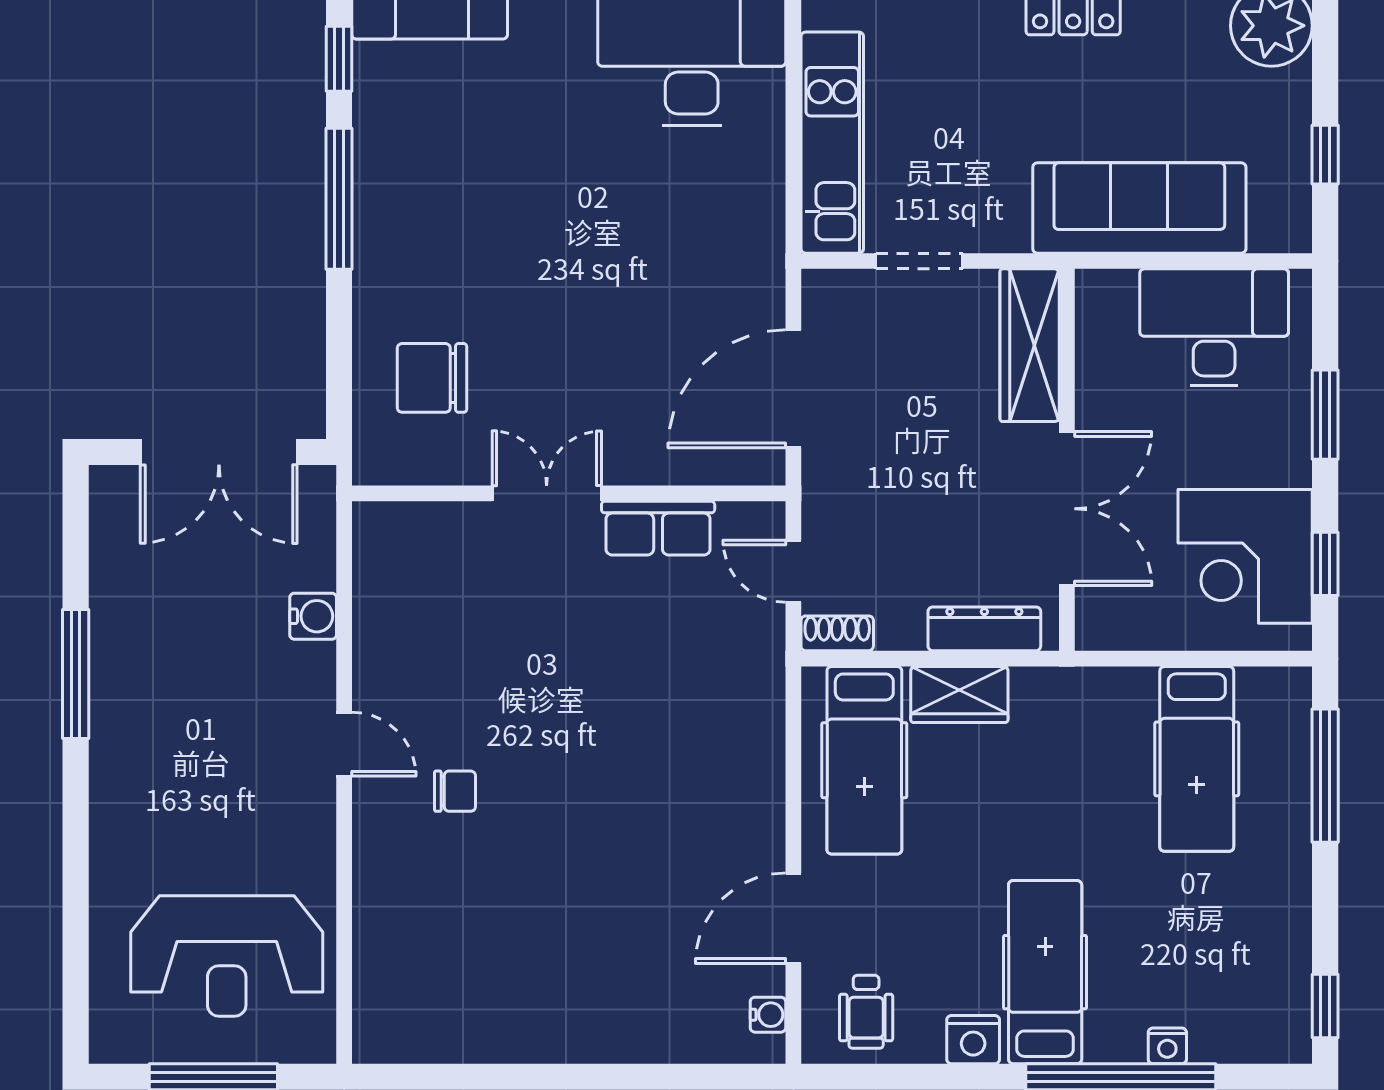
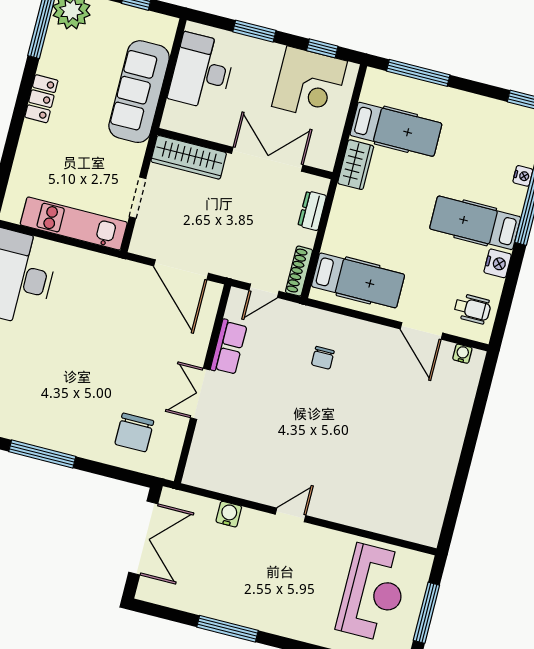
dresser: (984, 629) -> (312, 211), width x0.70
shoe rack: (837, 633) -> (299, 271), width x1.43
wardrobe: (959, 694) -> (356, 165), moved
chair: (455, 791) -> (323, 358), moved, turned 180

